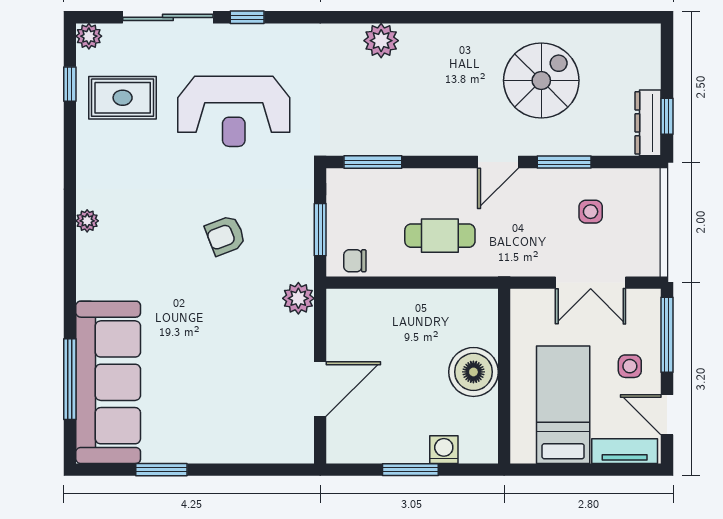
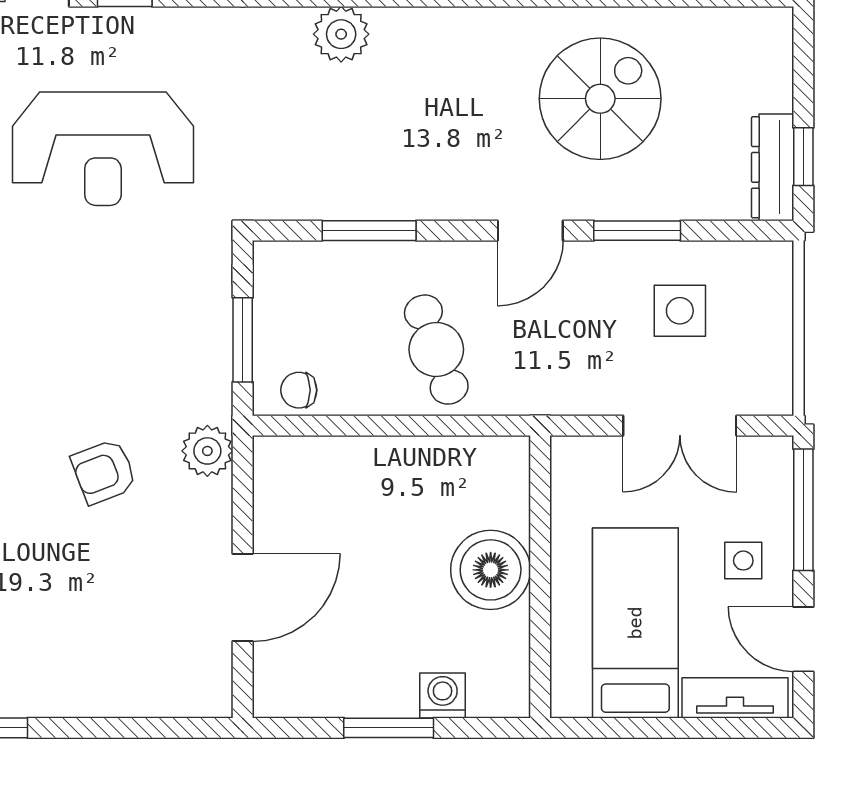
window: (373, 162) -> (369, 231), moved
side table: (591, 212) -> (680, 311), width x1.37, depth x1.37
armchair: (225, 235) -> (104, 472), moved
cafe table: (440, 236) -> (436, 350), turned 71

